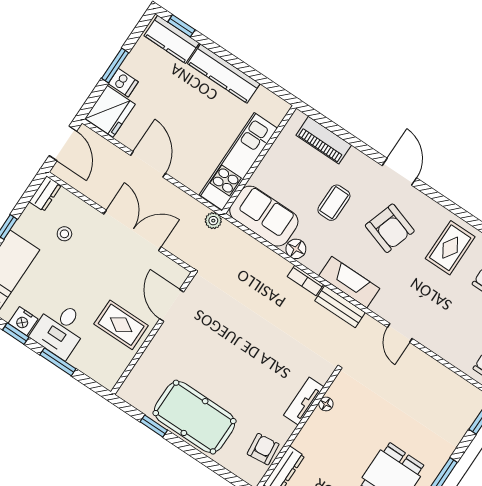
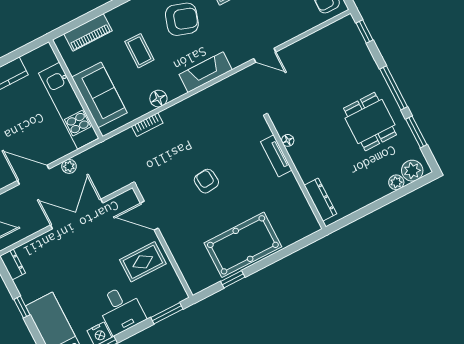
sofa: (264, 216) -> (99, 95), moved, turned 90
plant: (213, 221) -> (69, 166), moved
stool: (64, 234) -> (51, 267), removed
bookcase: (305, 280) -> (147, 125), moved
bench: (340, 307) -> (220, 89), removed
window: (58, 362) -> (167, 313), moved
armchair: (263, 449) -> (206, 181), moved

